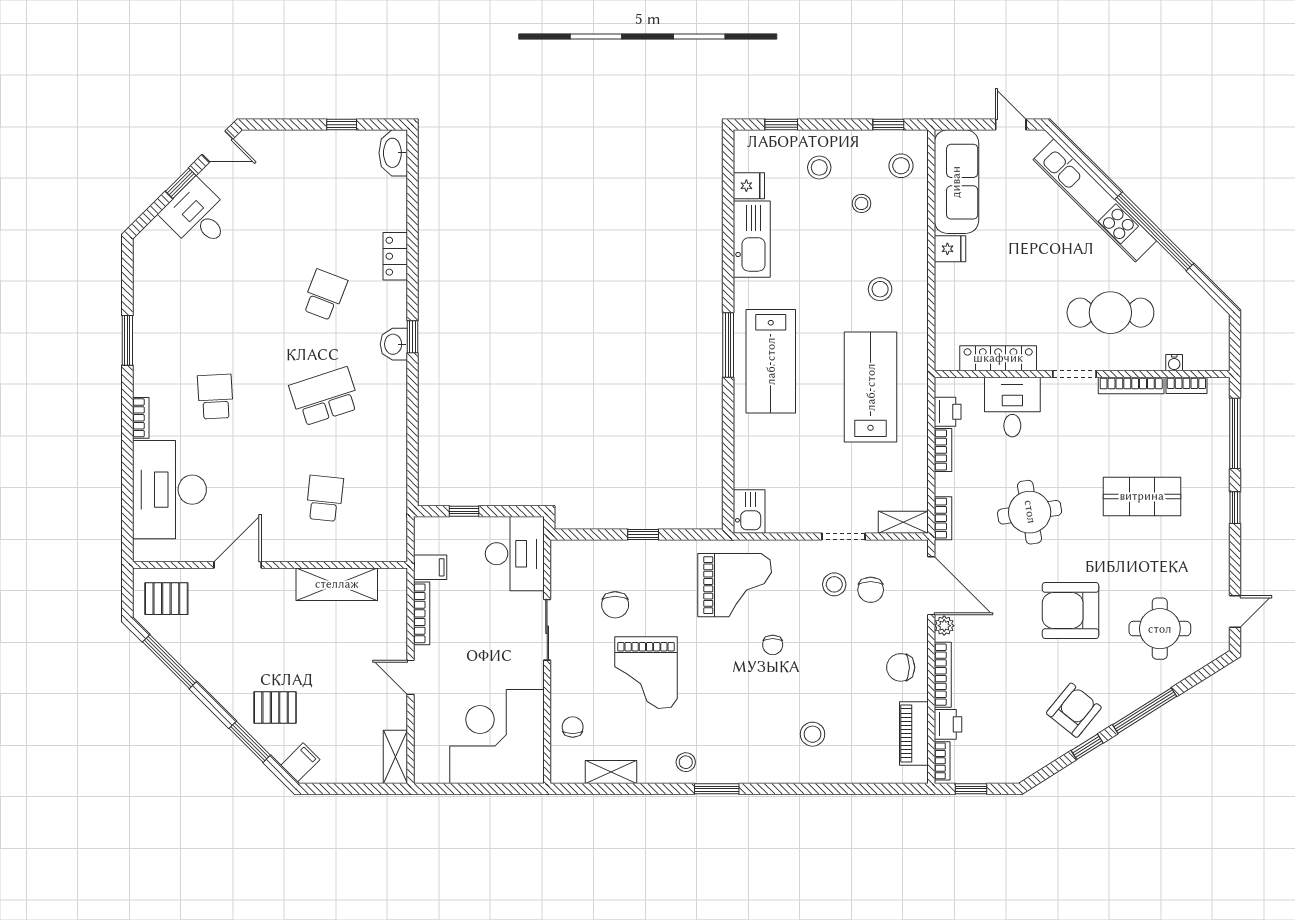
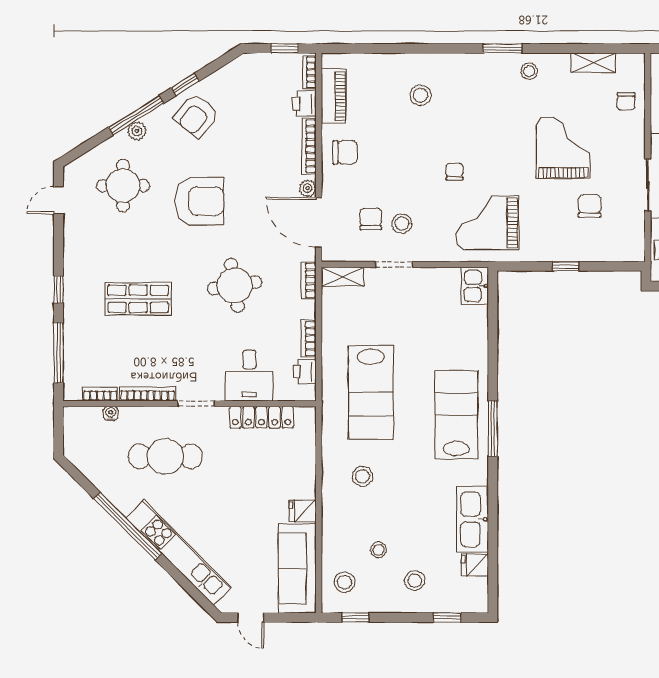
plant: (1143, 692) -> (137, 131), added

